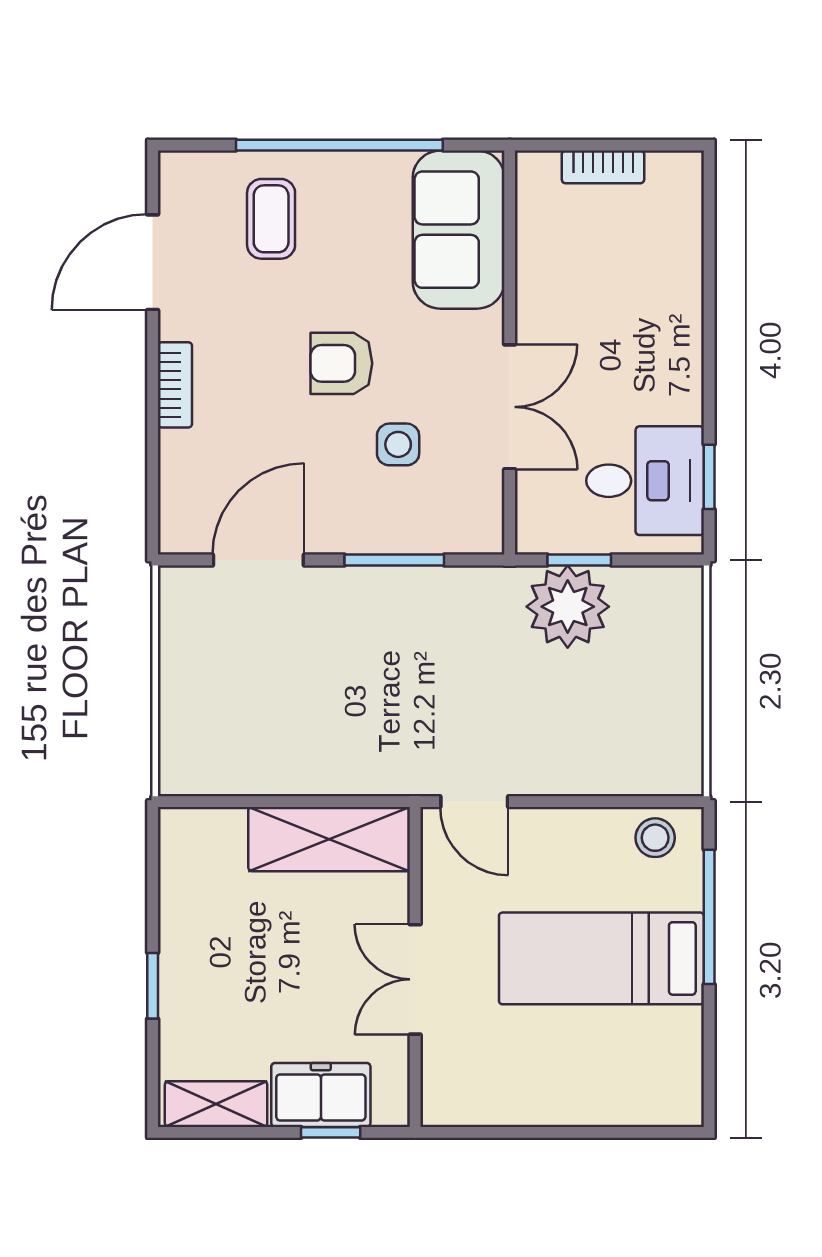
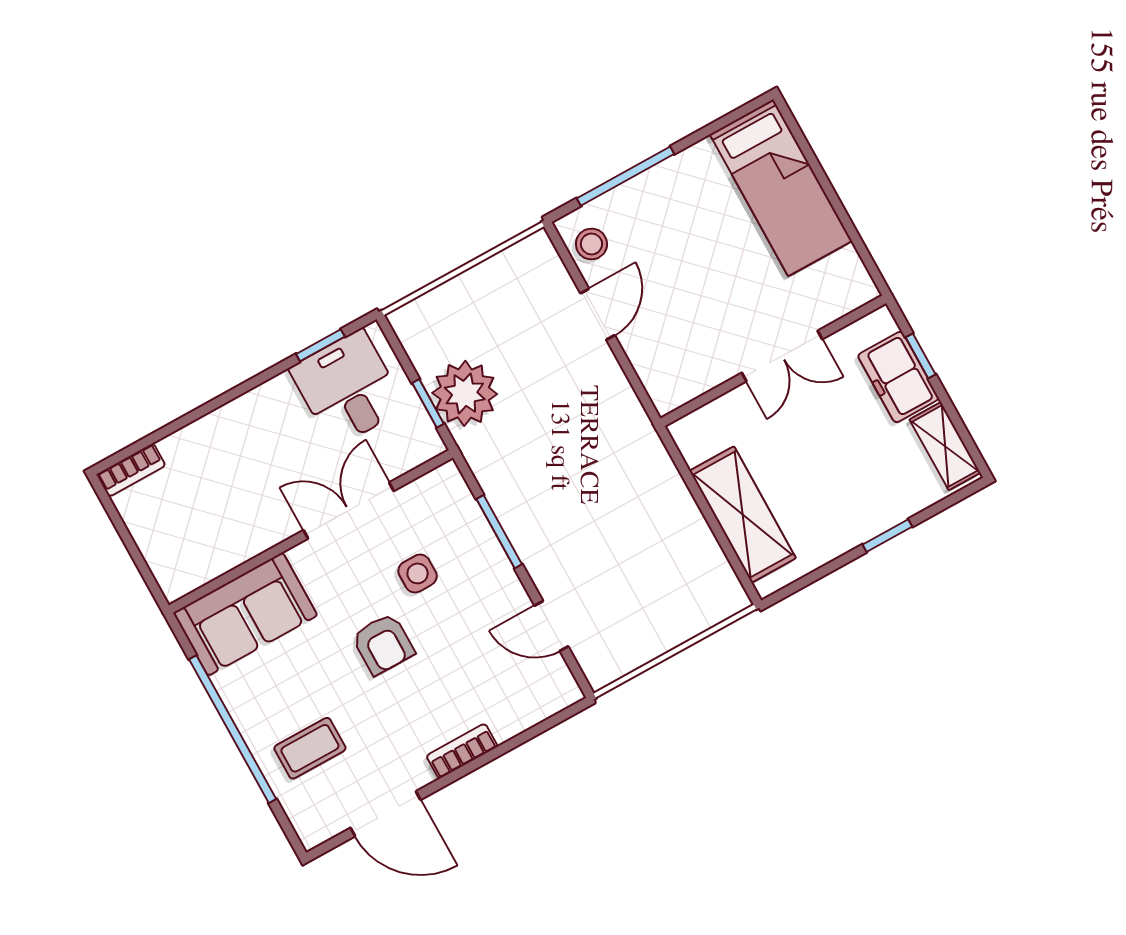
bookcase: (603, 167) -> (131, 470), moved, turned 90
door: (258, 560) -> (551, 626), width x0.73
door: (474, 802) -> (598, 314), moved
shelving: (329, 839) -> (743, 515), moved
bed: (601, 958) -> (781, 188), moved

